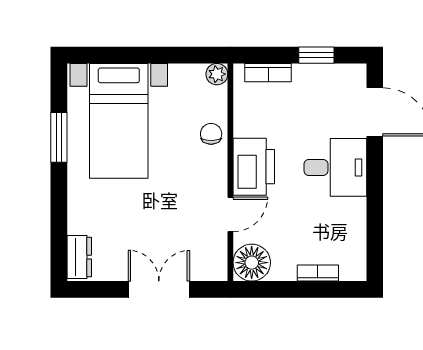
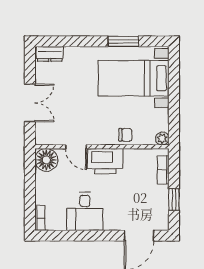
desk: (335, 167) -> (85, 211), moved
bookcase: (318, 273) -> (40, 218), moved

